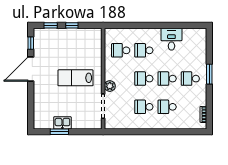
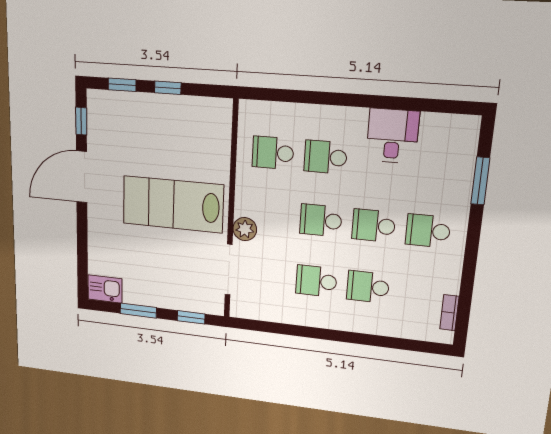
window: (209, 74) -> (480, 181), moved
lab bench: (75, 78) -> (173, 204), width x1.36, depth x1.39
kitchen sink: (62, 123) -> (105, 289), moved
window: (86, 132) -> (191, 317), added

